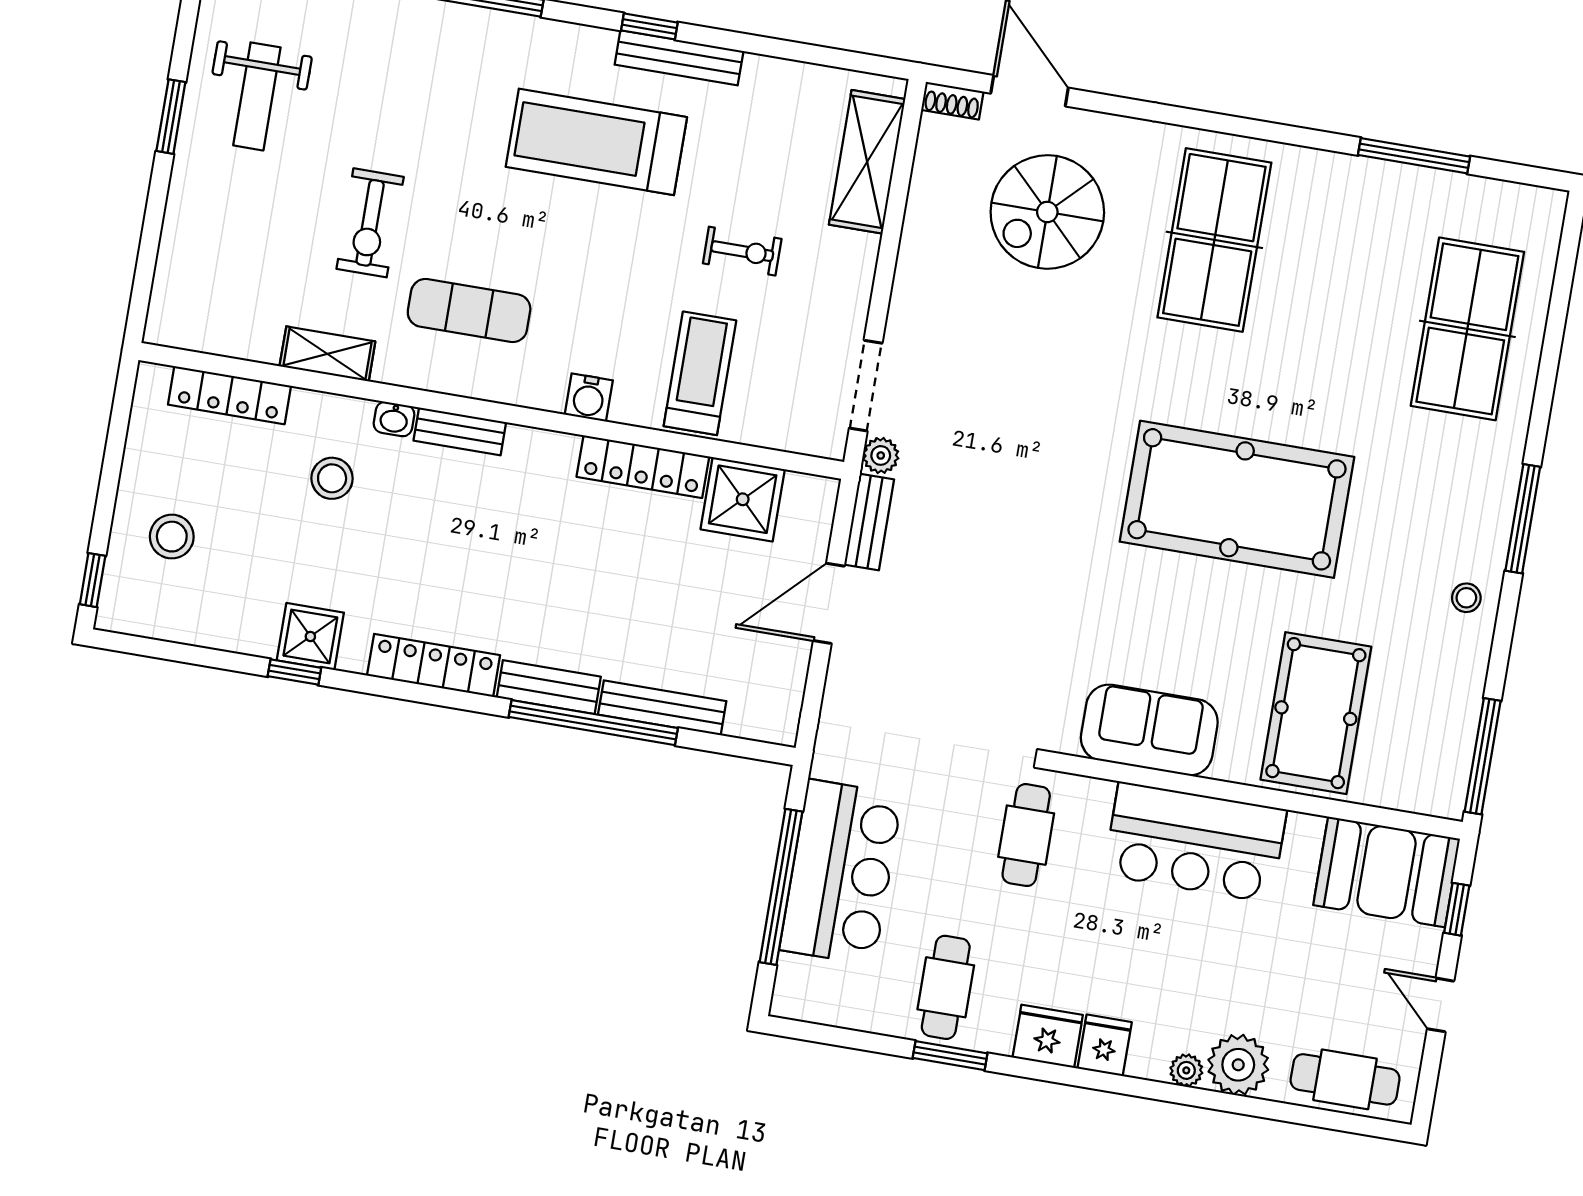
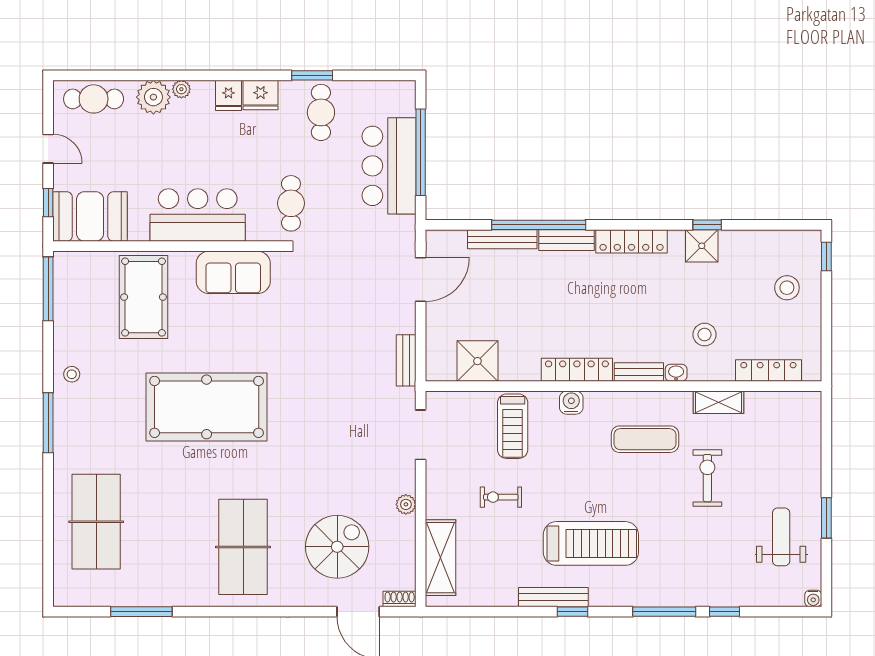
plant: (881, 455) -> (406, 504), moved
locker: (643, 467) -> (577, 370), moved
door: (829, 603) -> (421, 279), moved

